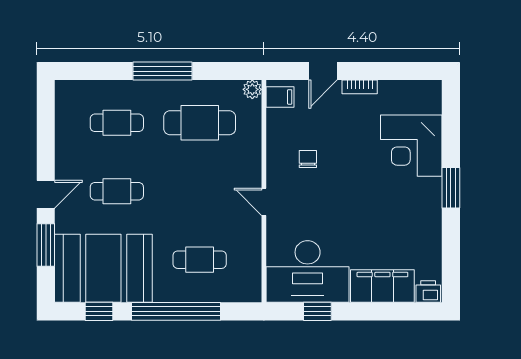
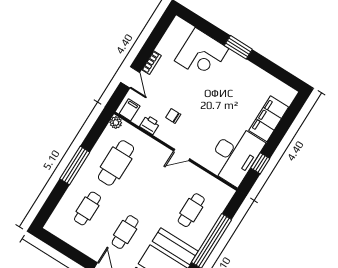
printer: (428, 292) -> (150, 125), moved, turned 90

